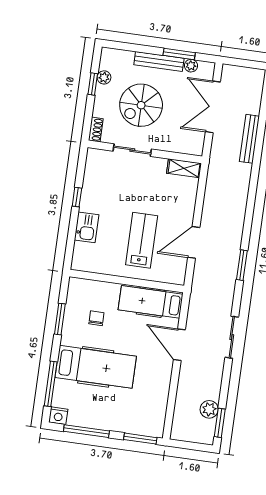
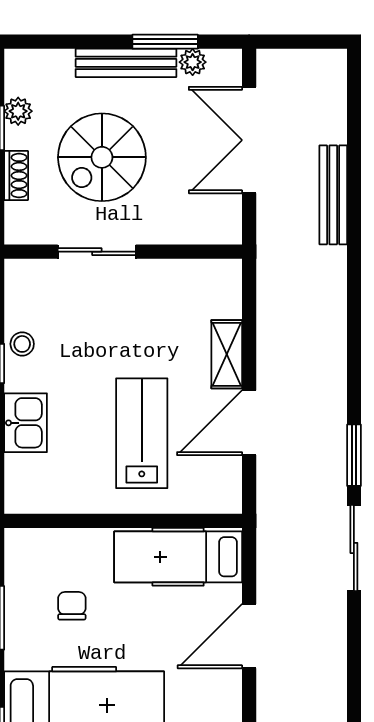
shoe rack: (96, 130) -> (16, 176), moved
shelving: (184, 168) -> (227, 354), moved, turned 90
stool: (90, 189) -> (22, 344), added
sliding door: (232, 337) -> (354, 548), moved
door: (179, 345) -> (249, 636), hinge flipped

